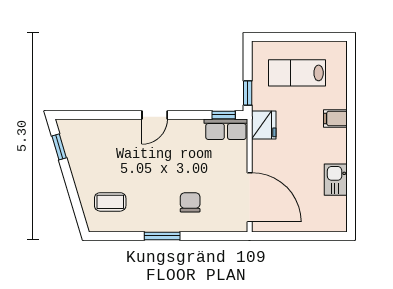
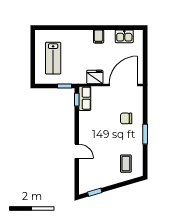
door: (155, 115) -> (77, 151), moved
filing cabinet: (335, 118) -> (99, 36), moved
fridge: (264, 125) -> (95, 77), moved
kitchen sink: (336, 180) -> (124, 36), moved

